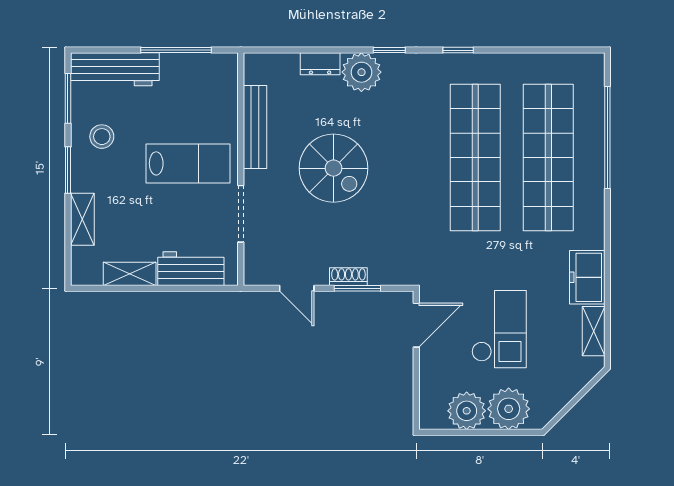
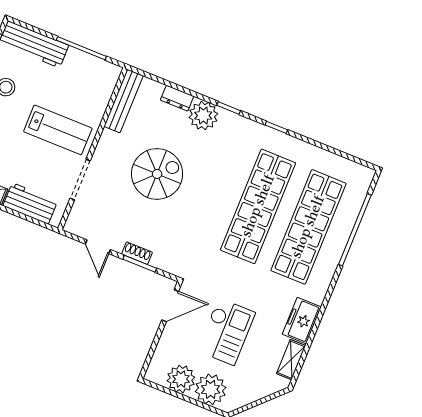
bench: (255, 127) -> (124, 101), moved
spiral stairs: (334, 168) -> (157, 174), turned -90

